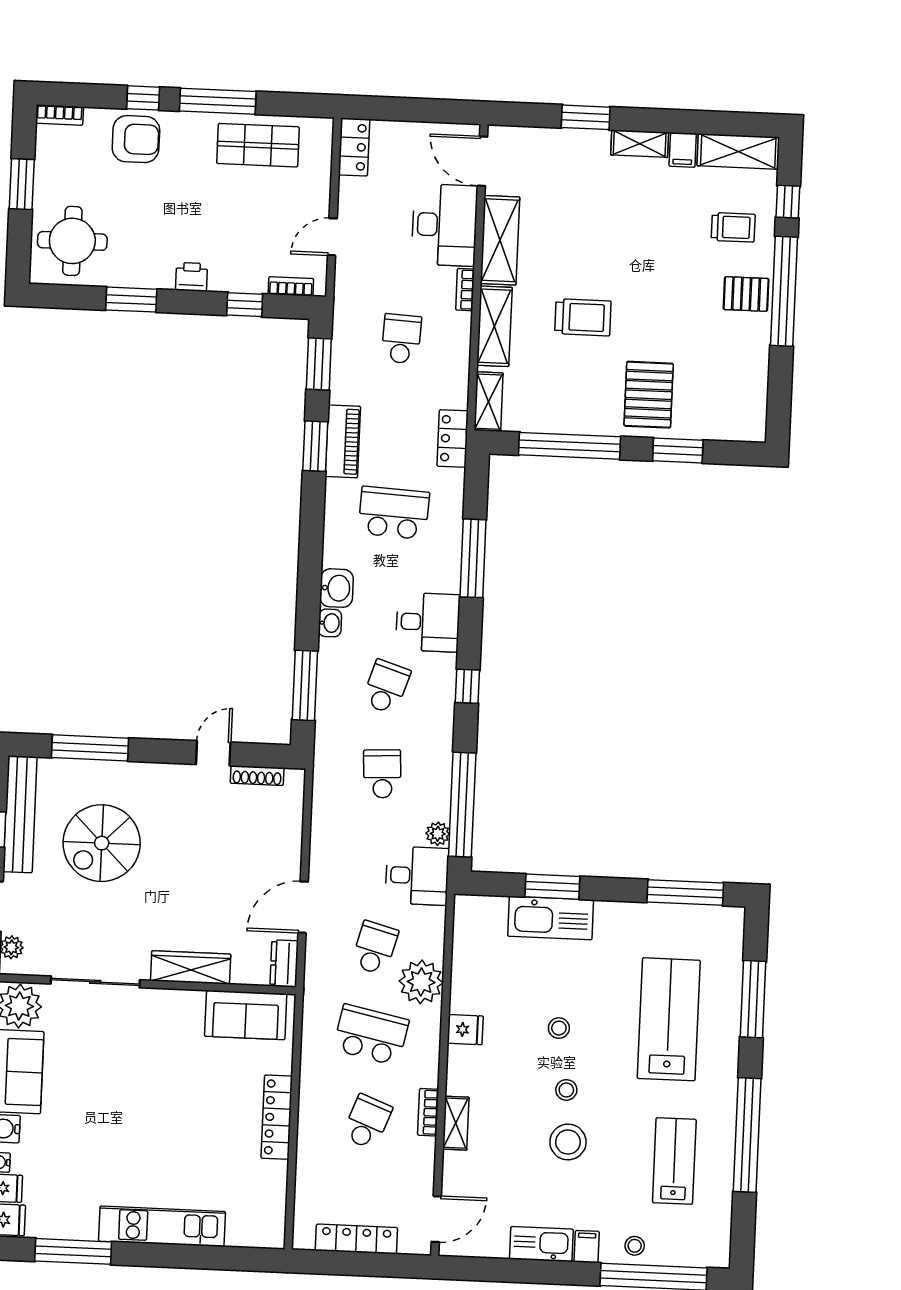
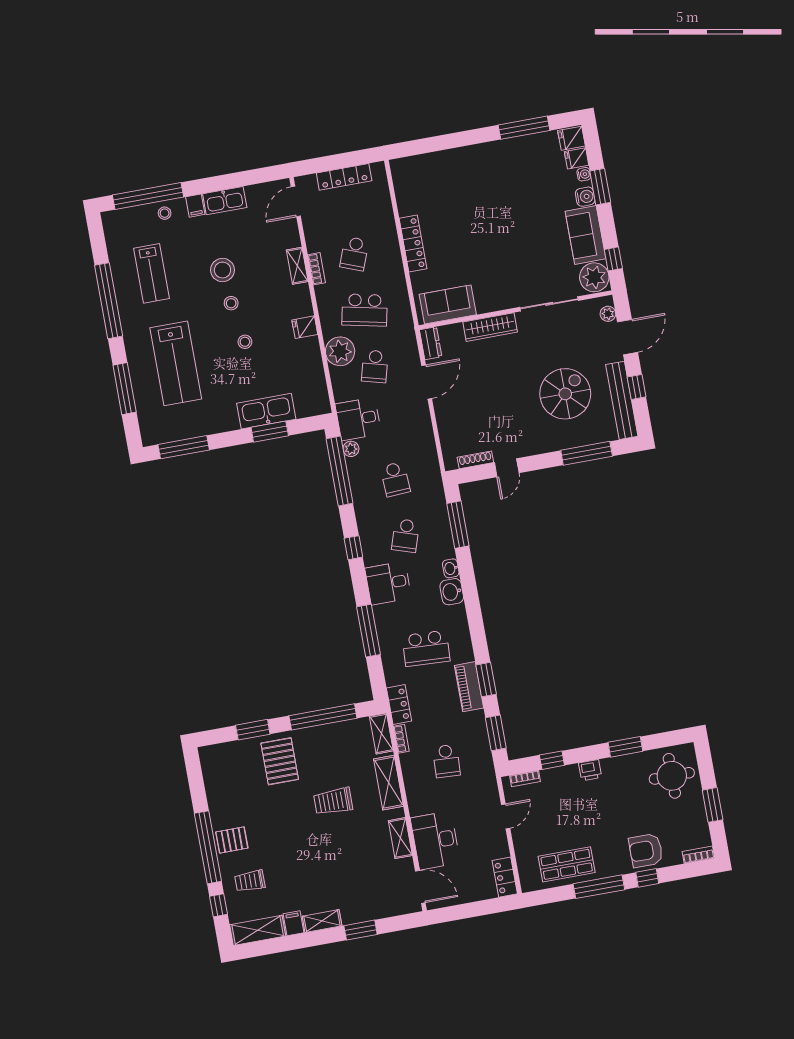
shelving: (500, 240) -> (400, 838), width x0.67, depth x0.75
bookcase: (465, 290) -> (401, 739), moved
kitchen unit: (162, 1226) -> (471, 157), removed

